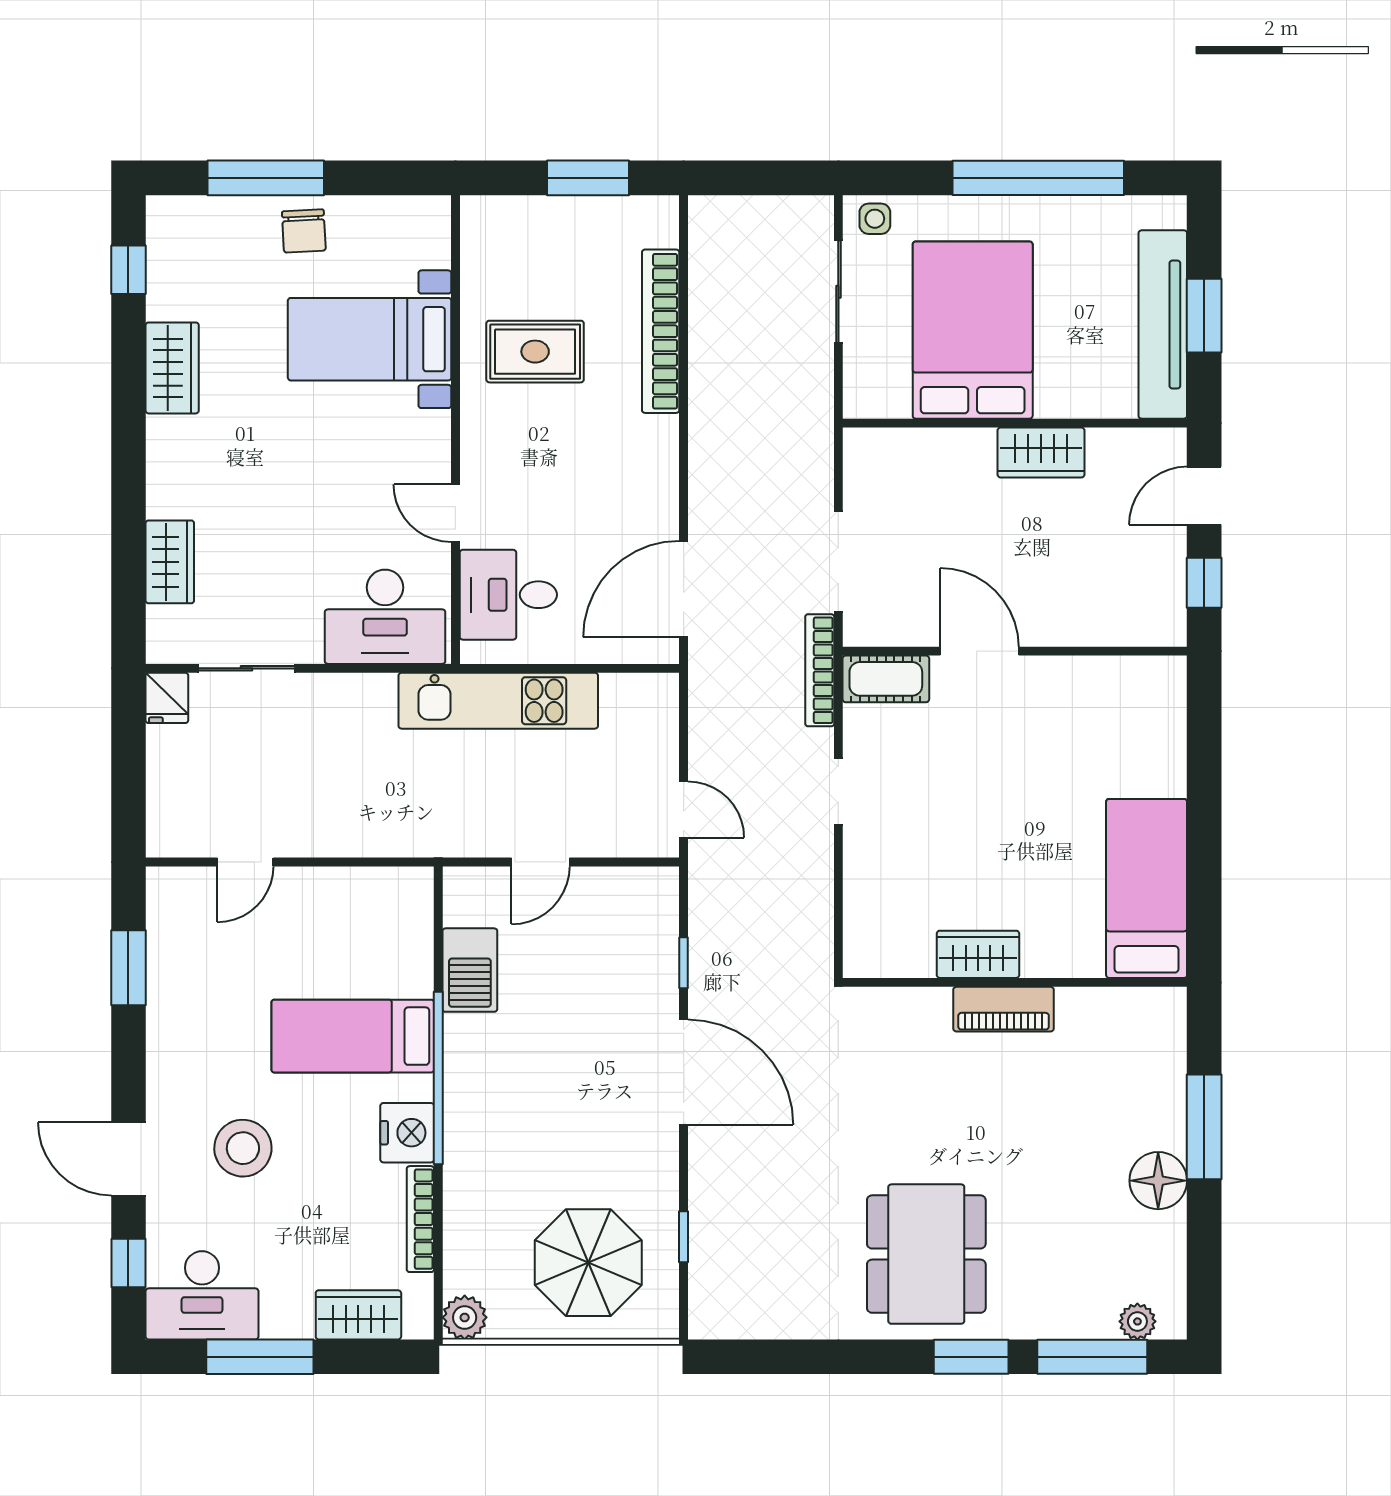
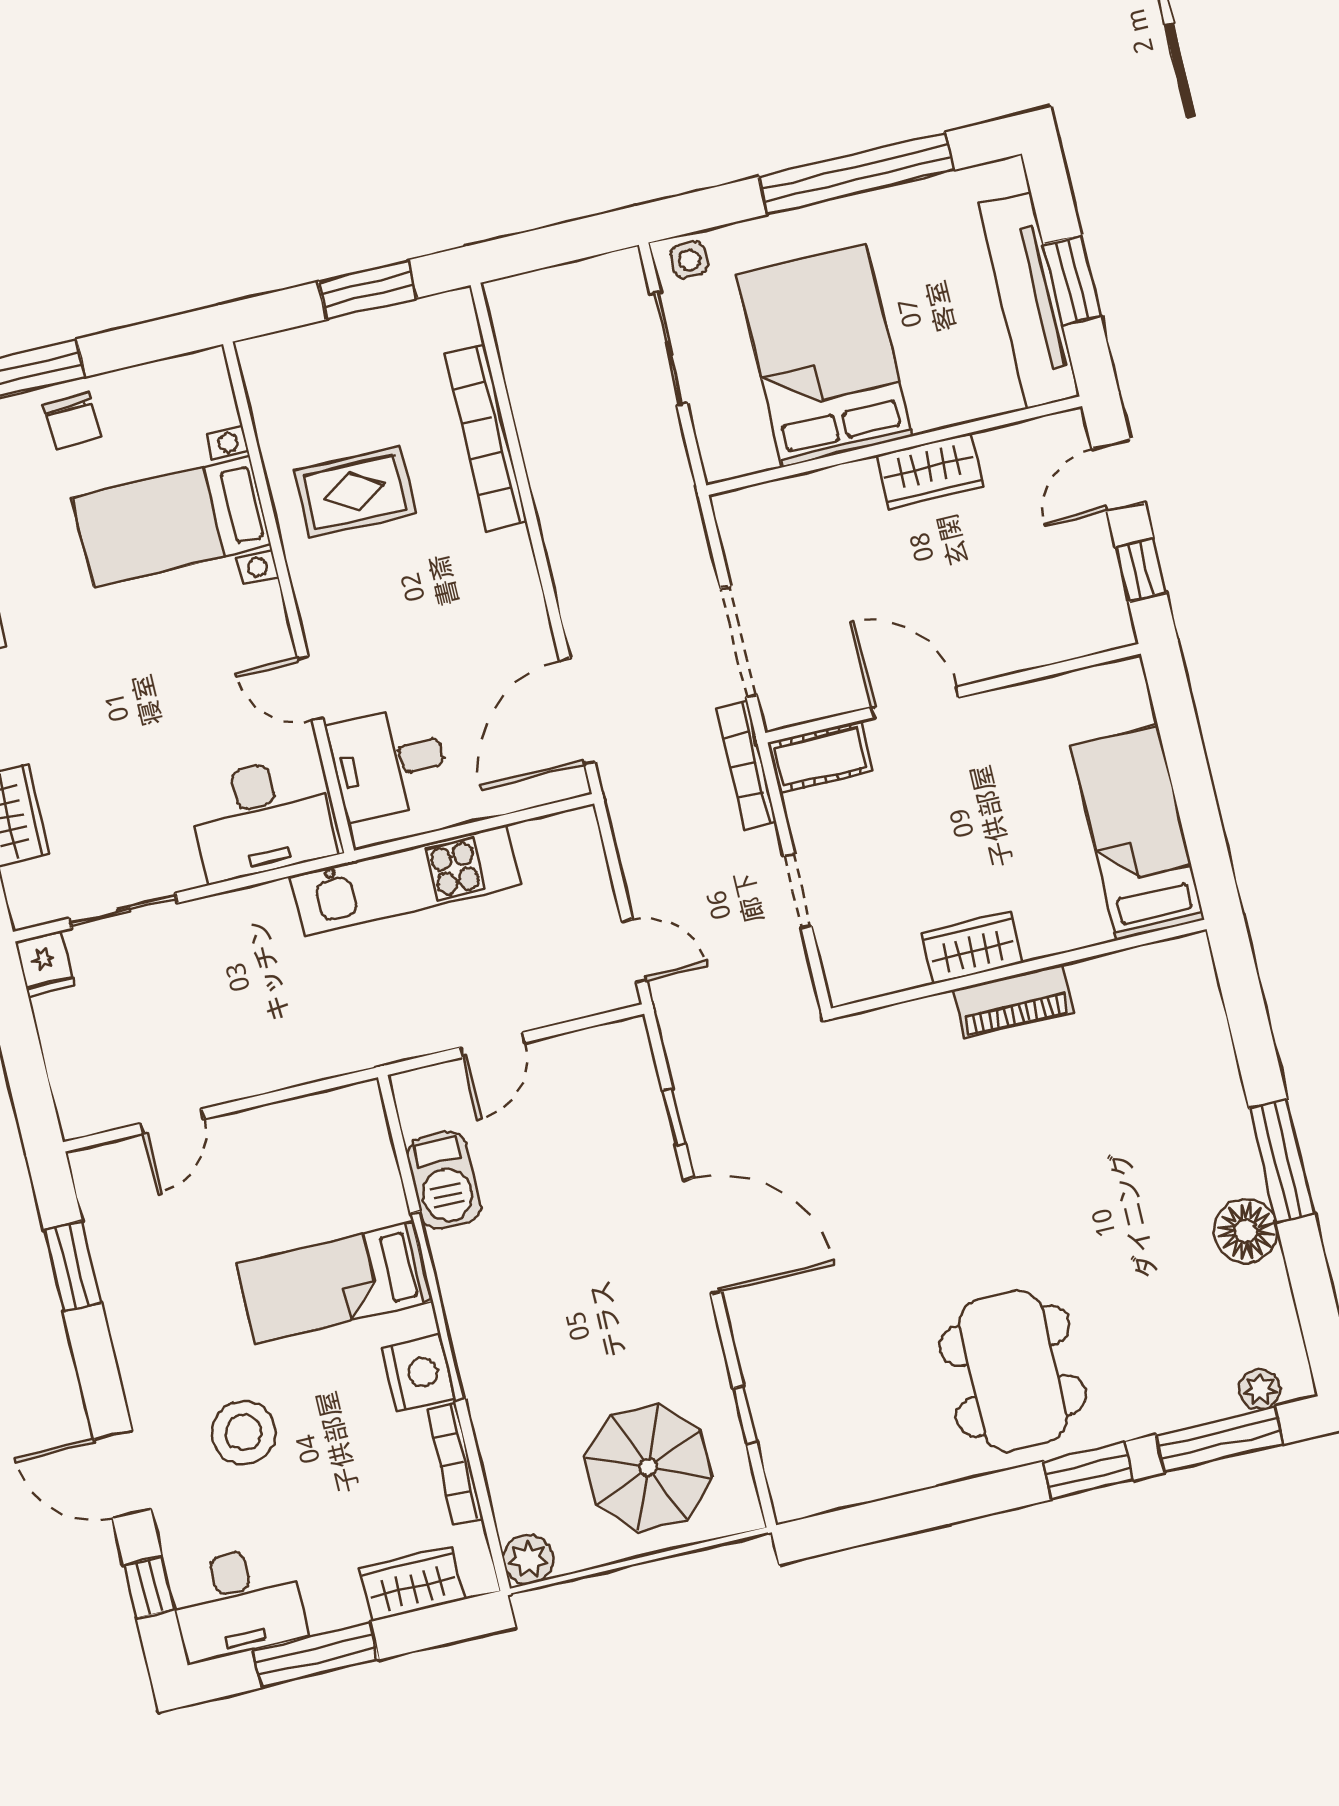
bed: (1147, 888) -> (1138, 833), moved
wardrobe: (978, 954) -> (972, 948), moved
wall: (1015, 982) -> (1019, 969), moved
piano: (1004, 1009) -> (1013, 1001), moved

